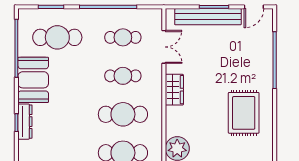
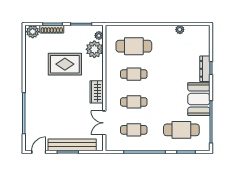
rug: (244, 113) -> (65, 64), moved, turned 90
cafe table: (123, 114) -> (134, 74), width x0.73, depth x0.74

